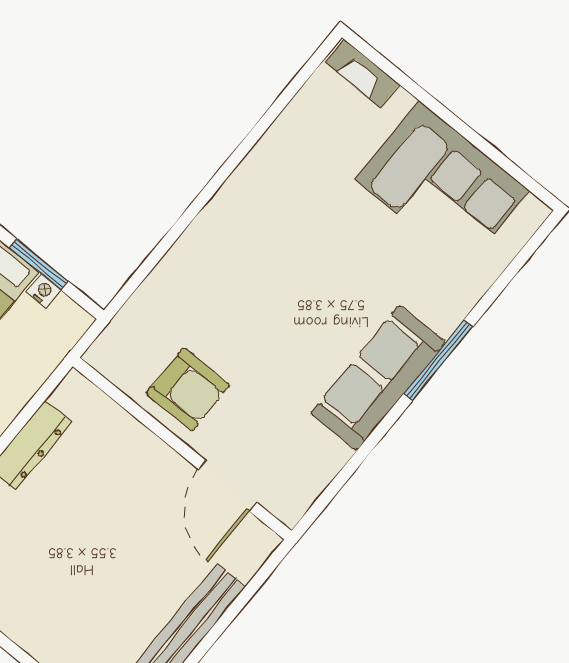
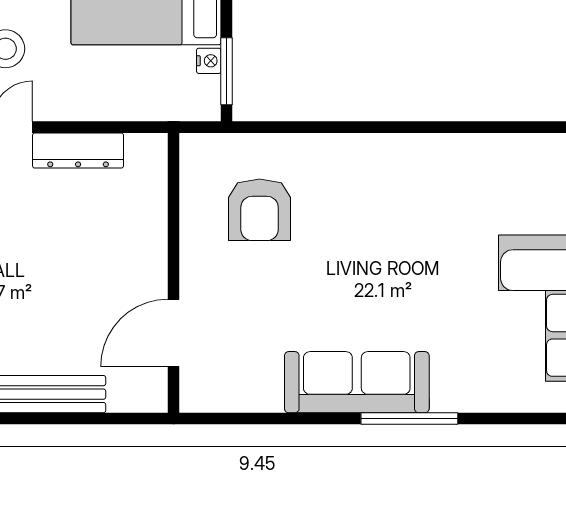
window: (39, 264) -> (227, 71), moved
armchair: (188, 389) -> (260, 210), moved

